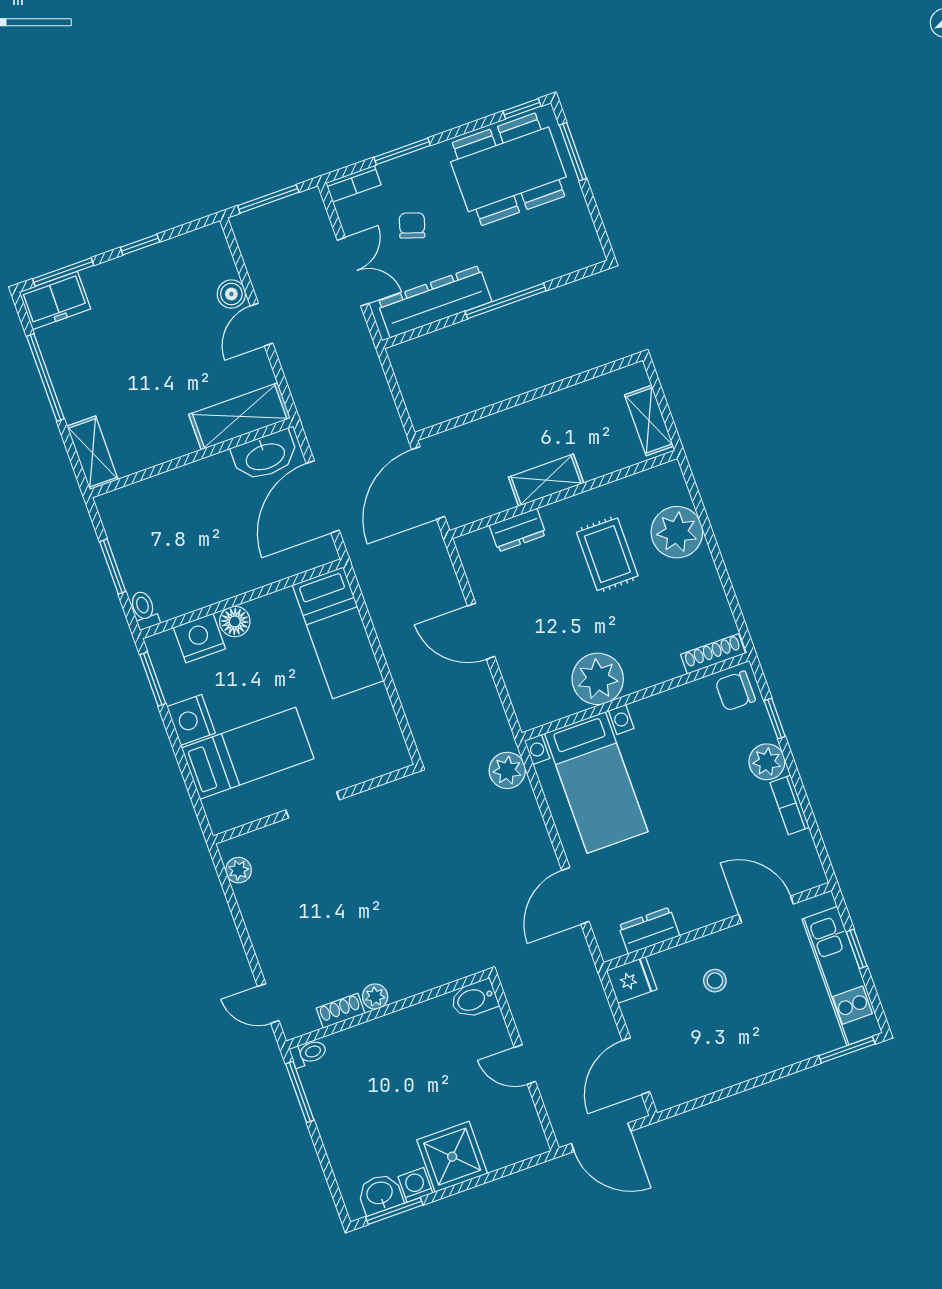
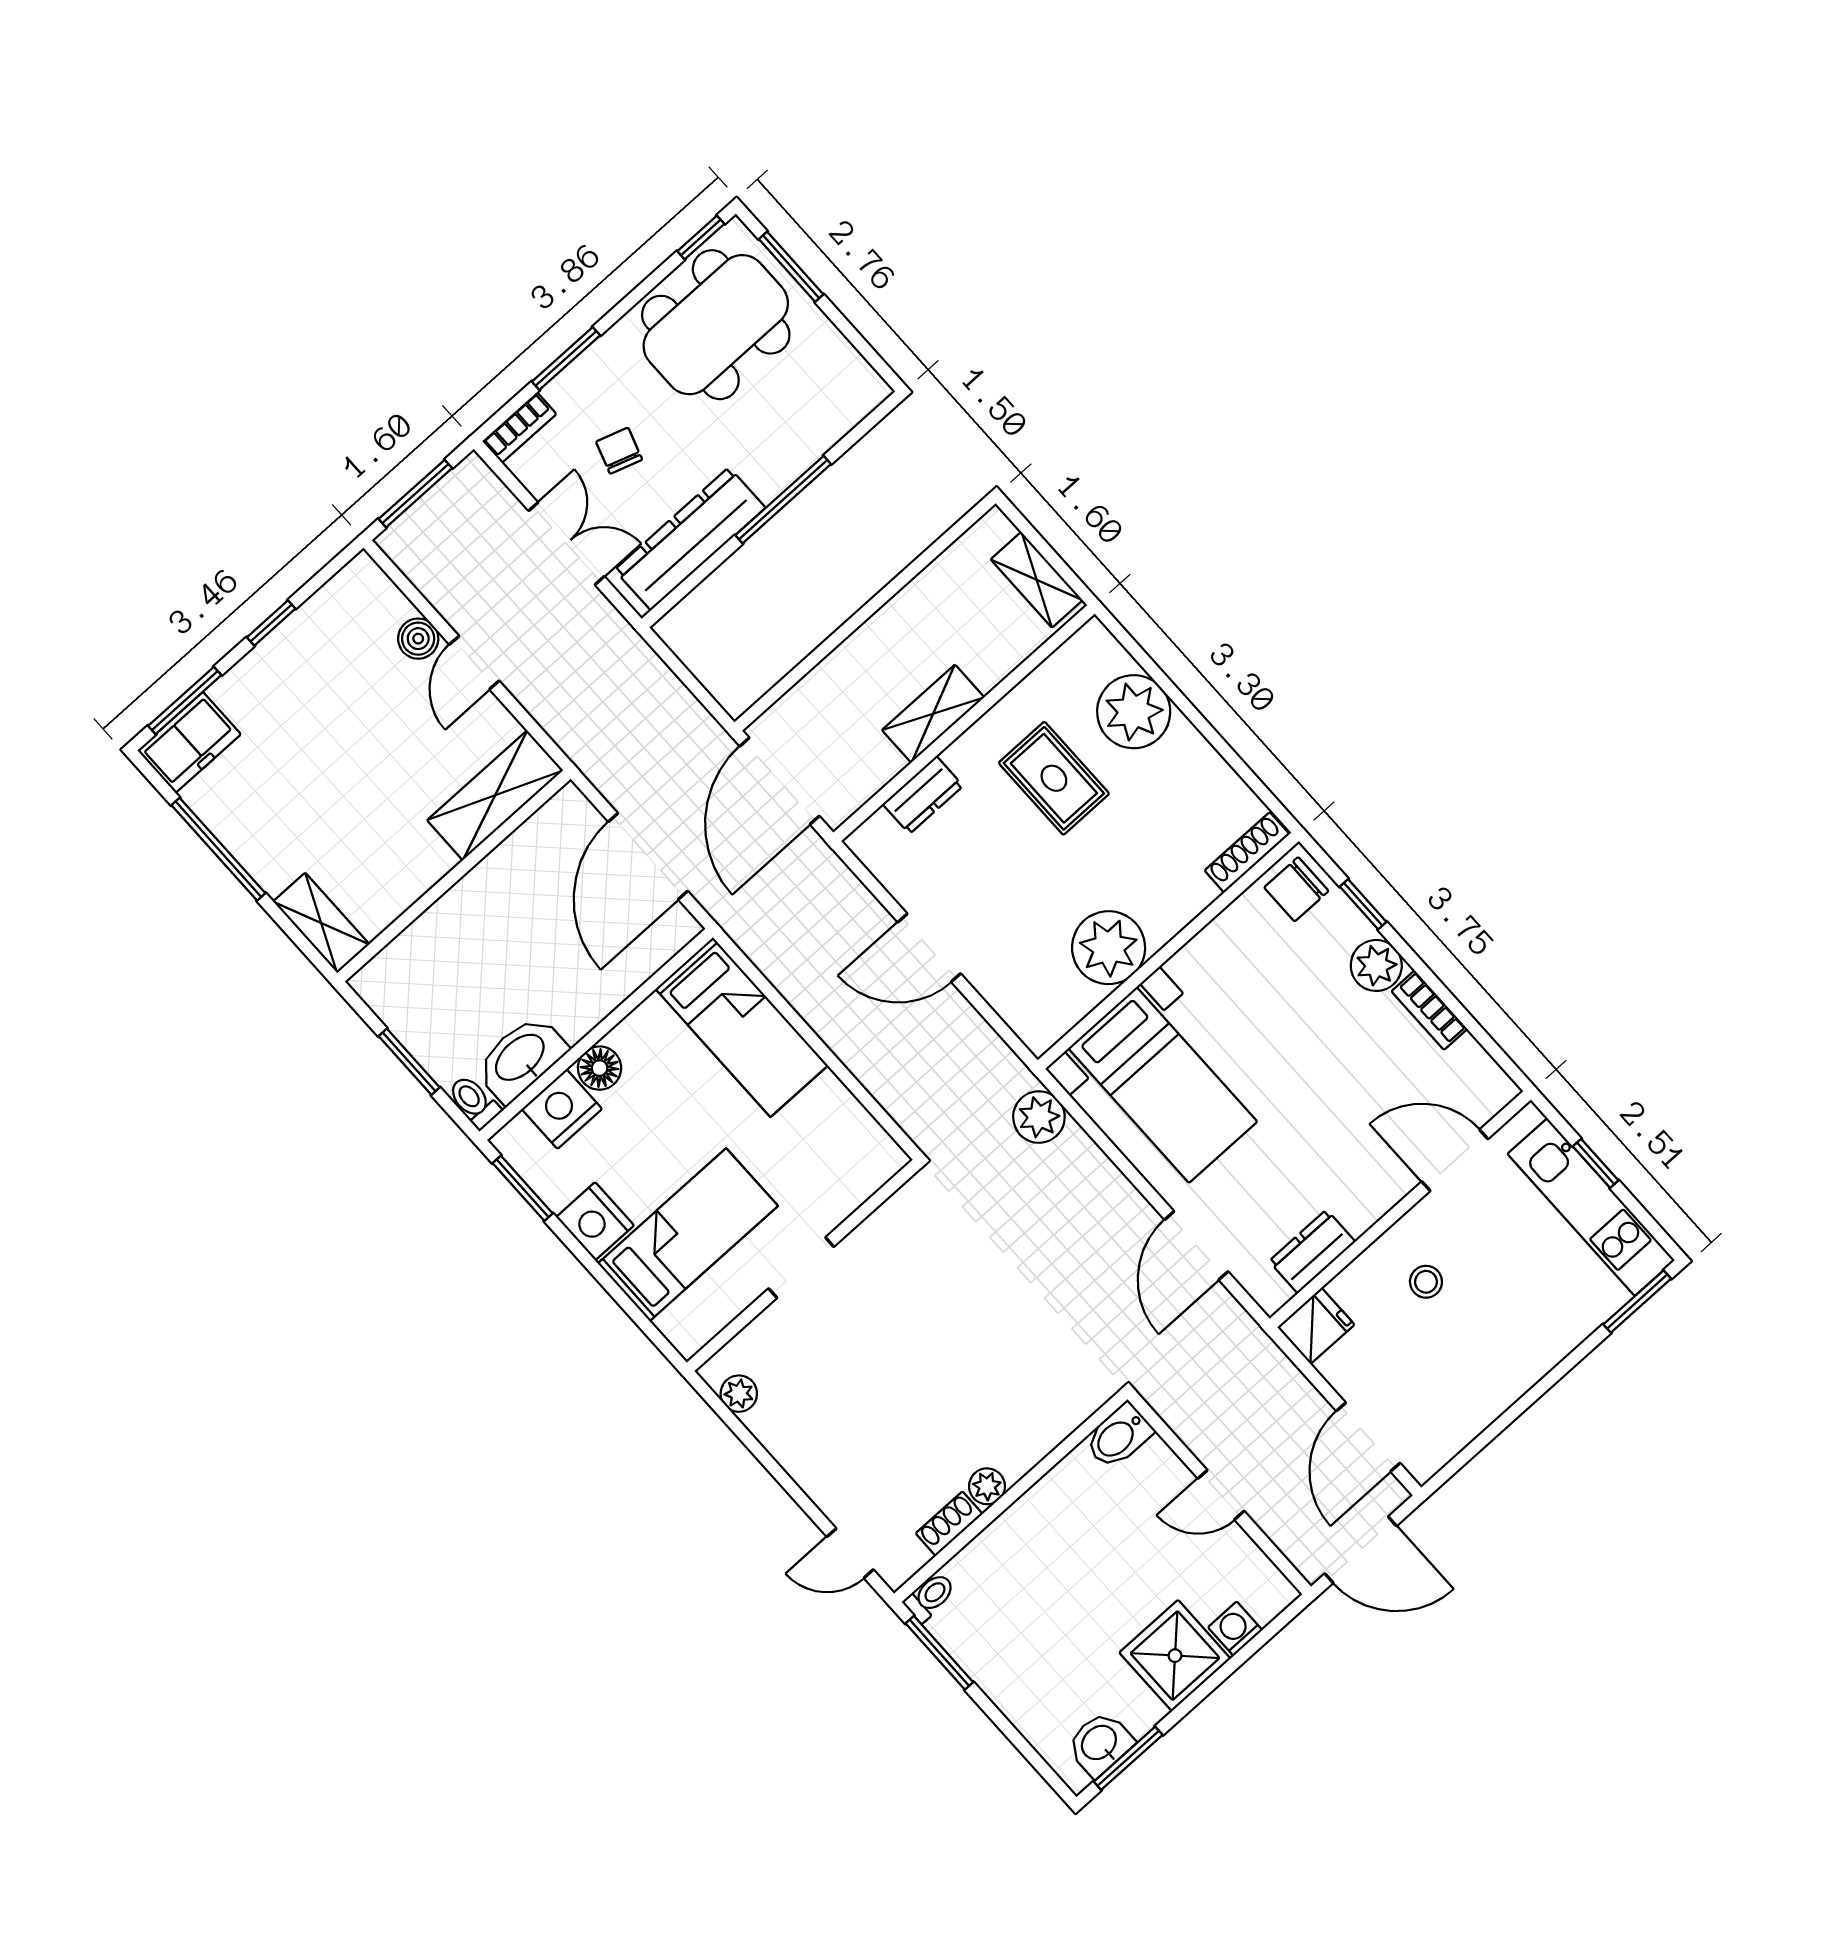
washbasin: (265, 456) -> (521, 1059), moved, turned 180
washing machine: (415, 1185) -> (1235, 1629), moved

